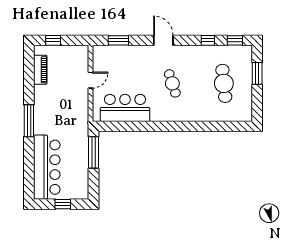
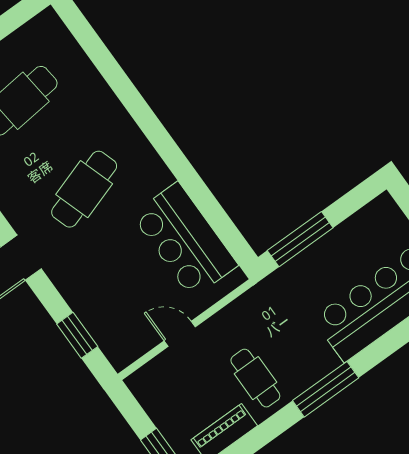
cafe table: (172, 83) -> (84, 189), width x1.37, depth x1.35
cafe table: (53, 97) -> (255, 378), added

